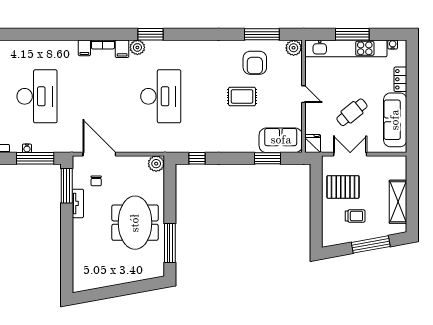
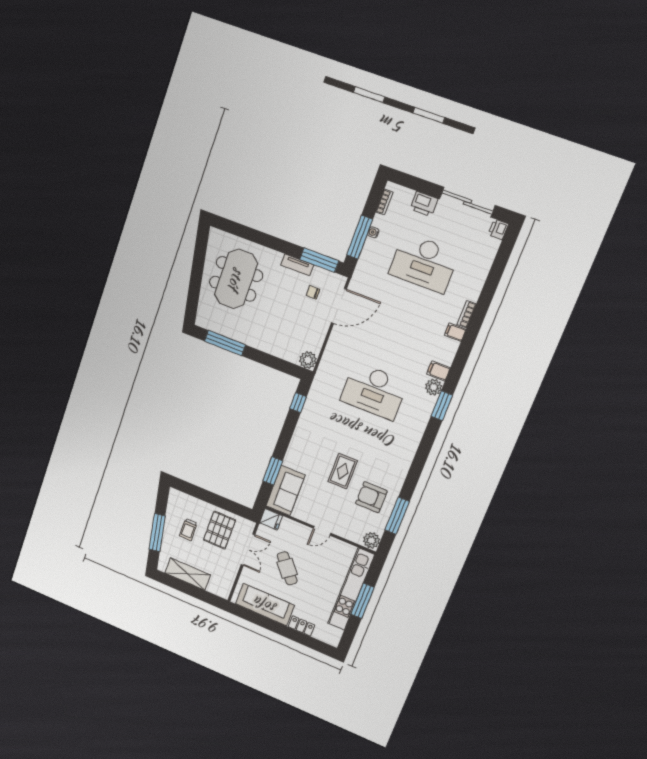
bookcase: (103, 44) -> (467, 314), moved
water cooler: (393, 45) -> (338, 633), removed
meeting table: (135, 223) -> (236, 279), moved, turned 90

